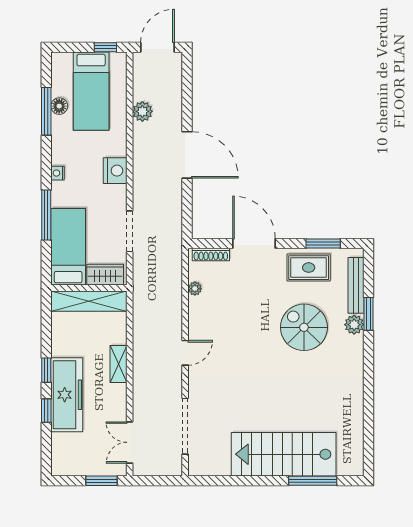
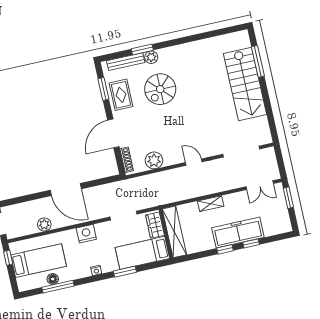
door: (187, 155) -> (66, 190), swing flipped
window: (46, 215) -> (125, 272), width x0.69
plant: (195, 289) -> (154, 160), width x1.88, depth x1.88

